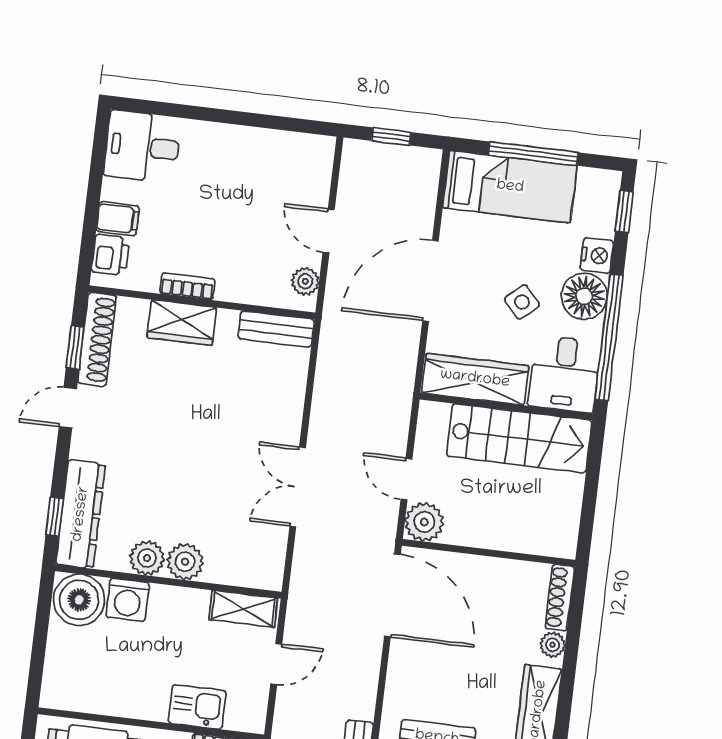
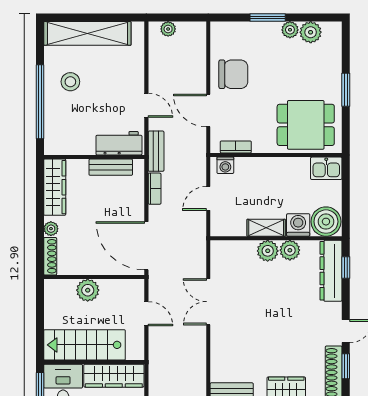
double door: (298, 487) -> (208, 302), swing flipped
plant: (424, 522) -> (88, 290), moved
shelving: (243, 609) -> (266, 228), moved
bookcase: (366, 692) -> (155, 189), added
kitchen sink: (197, 707) -> (326, 168), moved
washing machine: (240, 717) -> (225, 165), added

